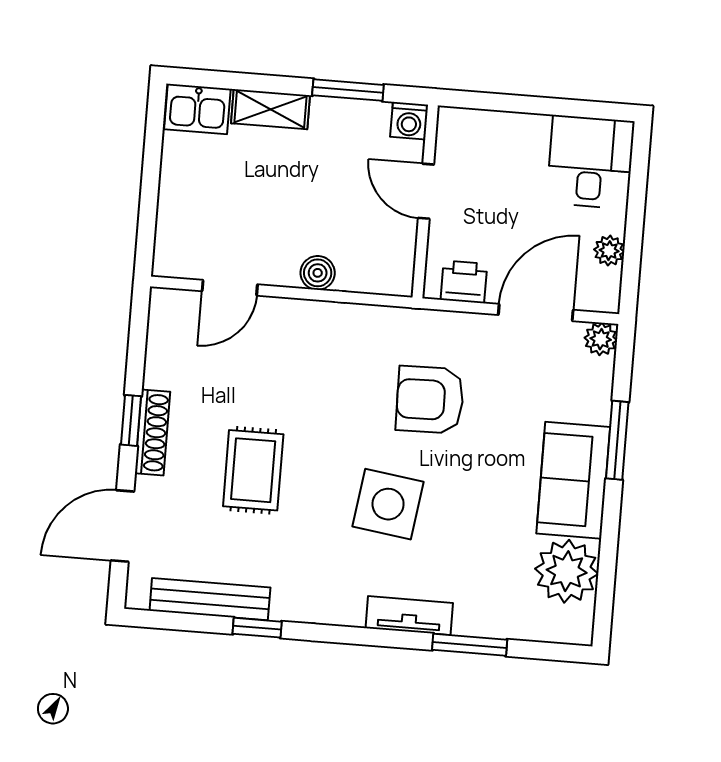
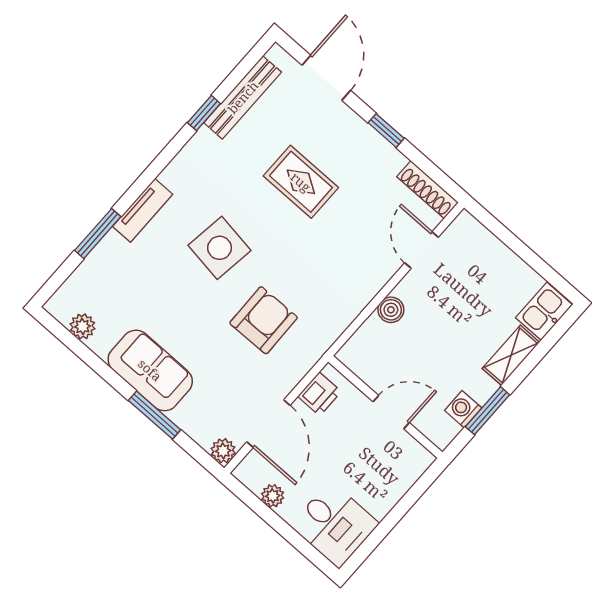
washing machine: (409, 121) -> (463, 409), moved
shoe rack: (153, 432) -> (428, 190), moved
plant: (567, 571) -> (82, 326), width x0.53, depth x0.53

